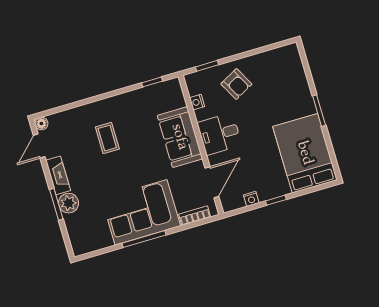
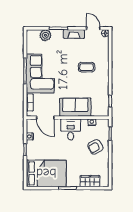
wardrobe: (296, 76) -> (90, 181), added
plant: (69, 203) -> (45, 35), moved

